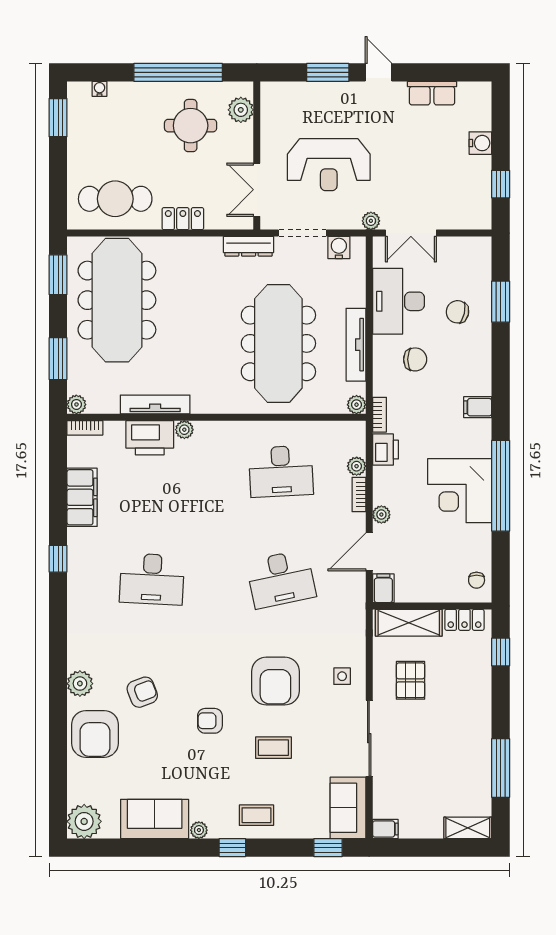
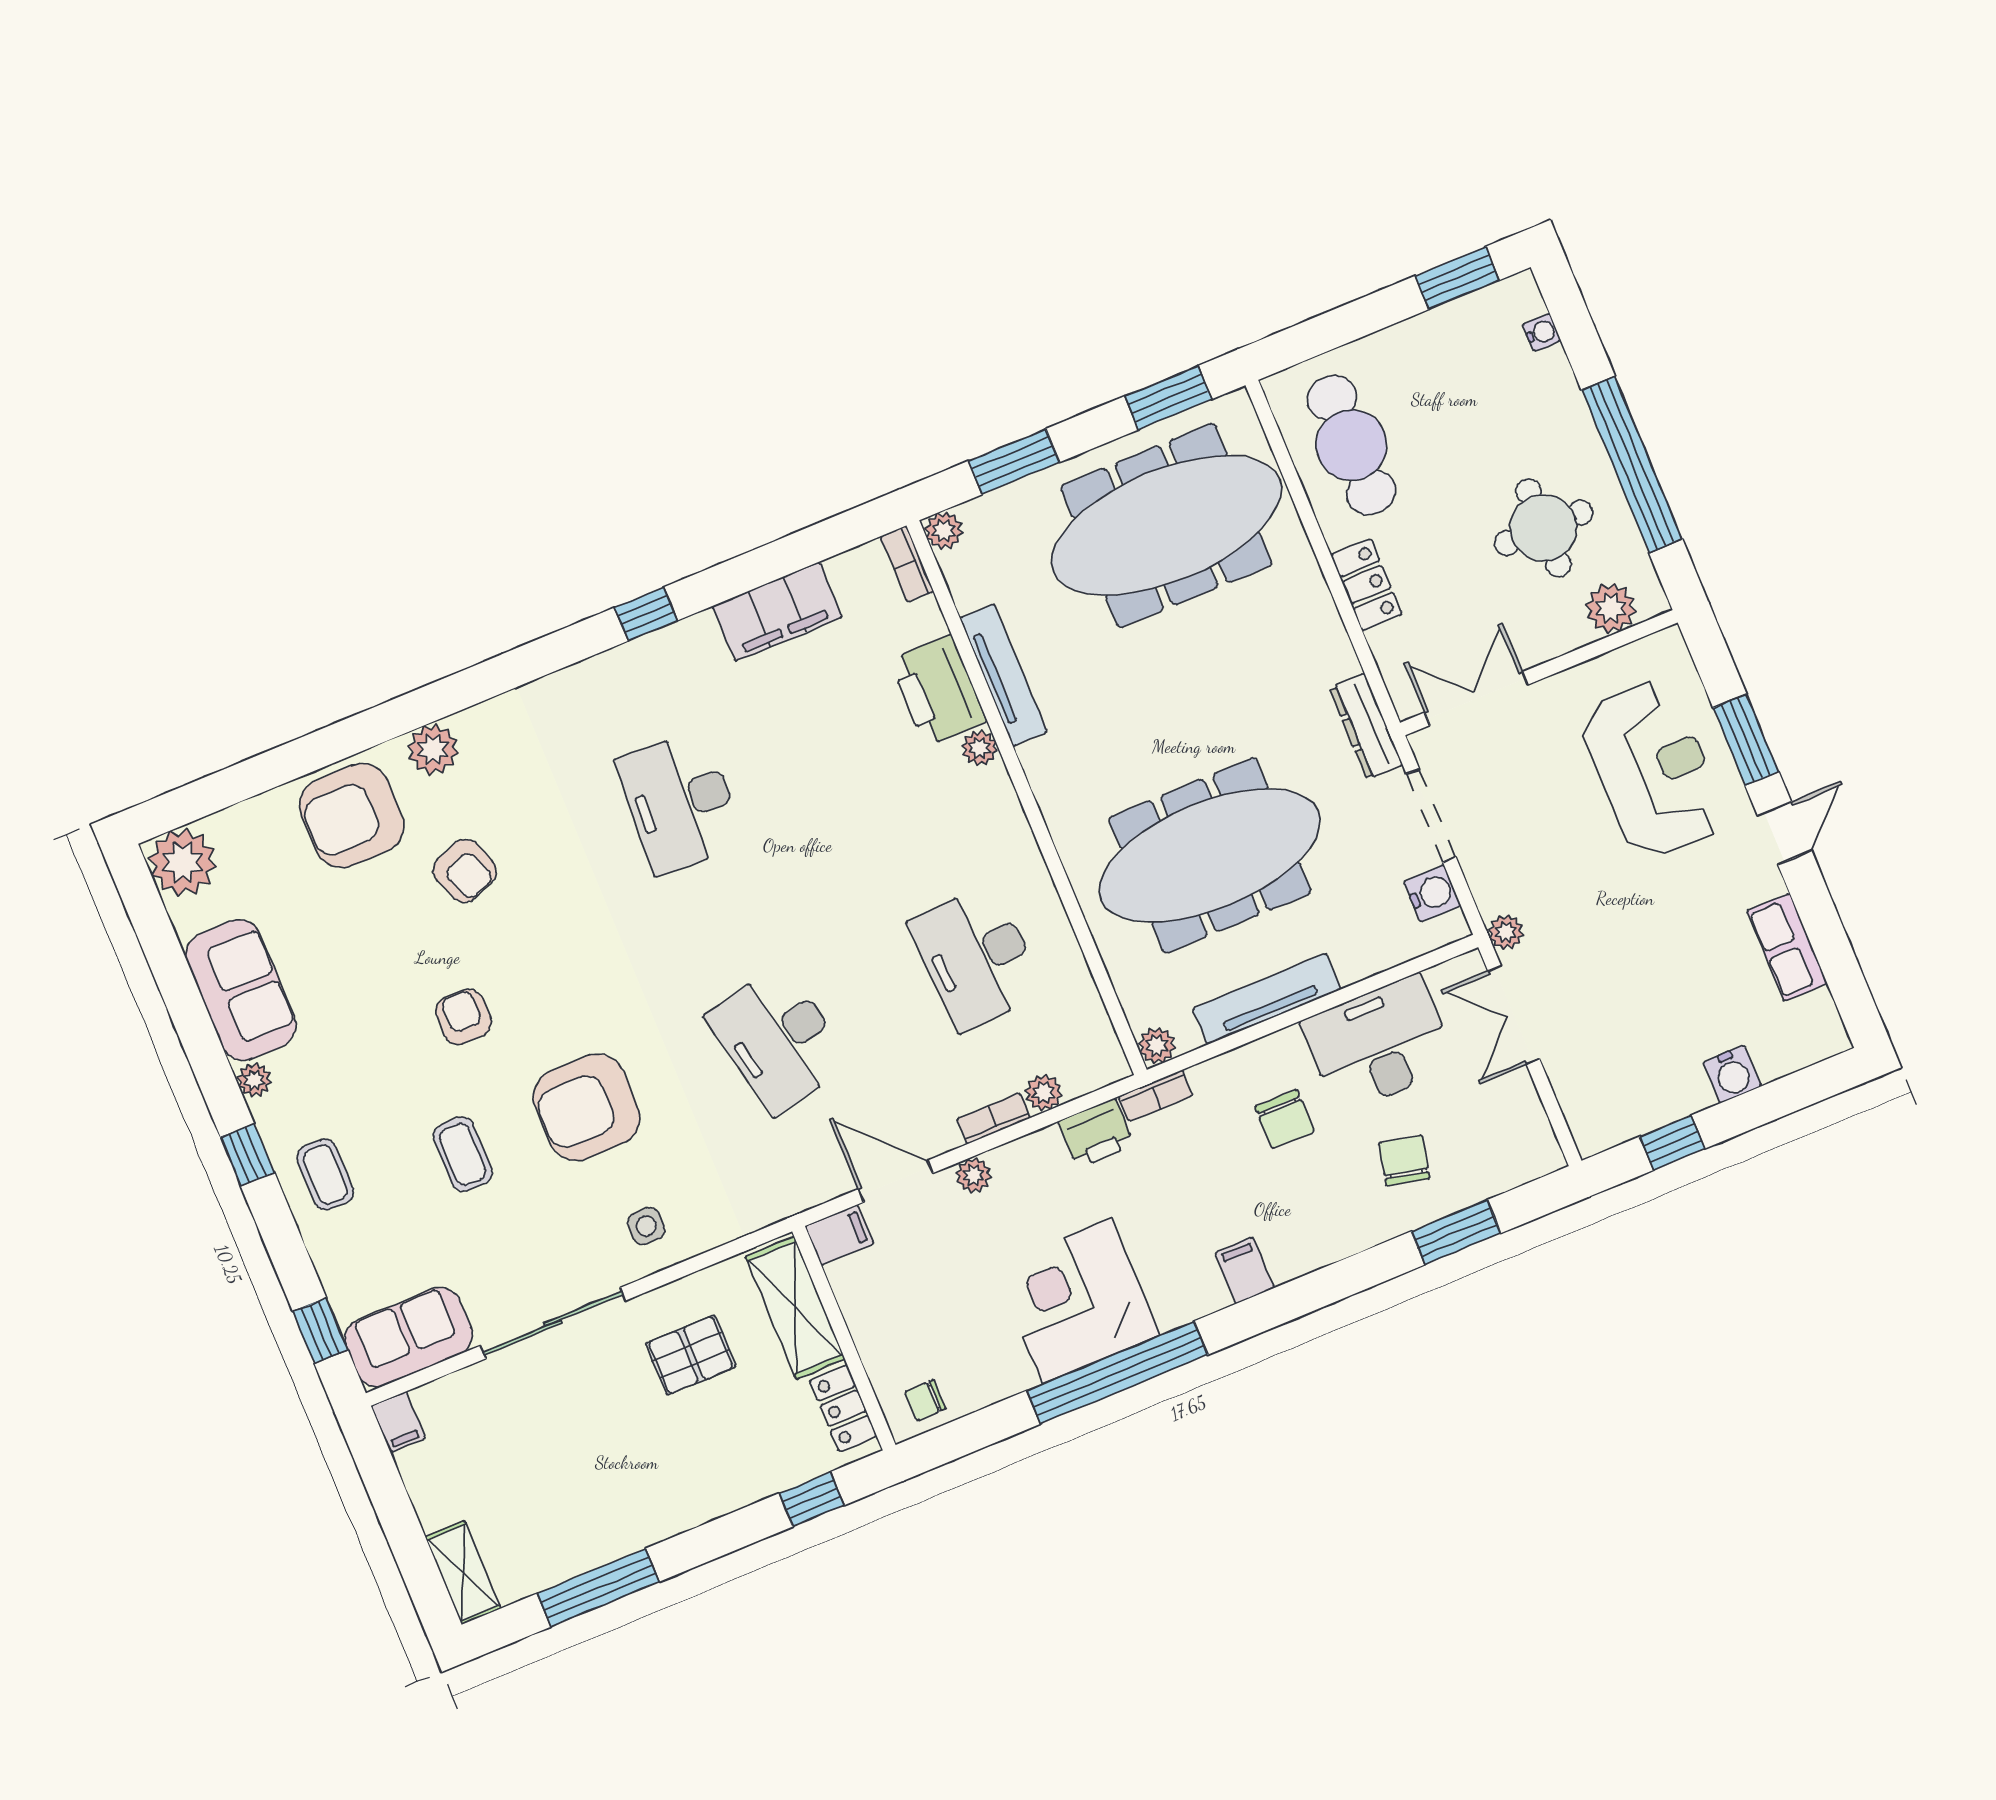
reception desk: (329, 165) -> (1653, 769), moved, turned 180

